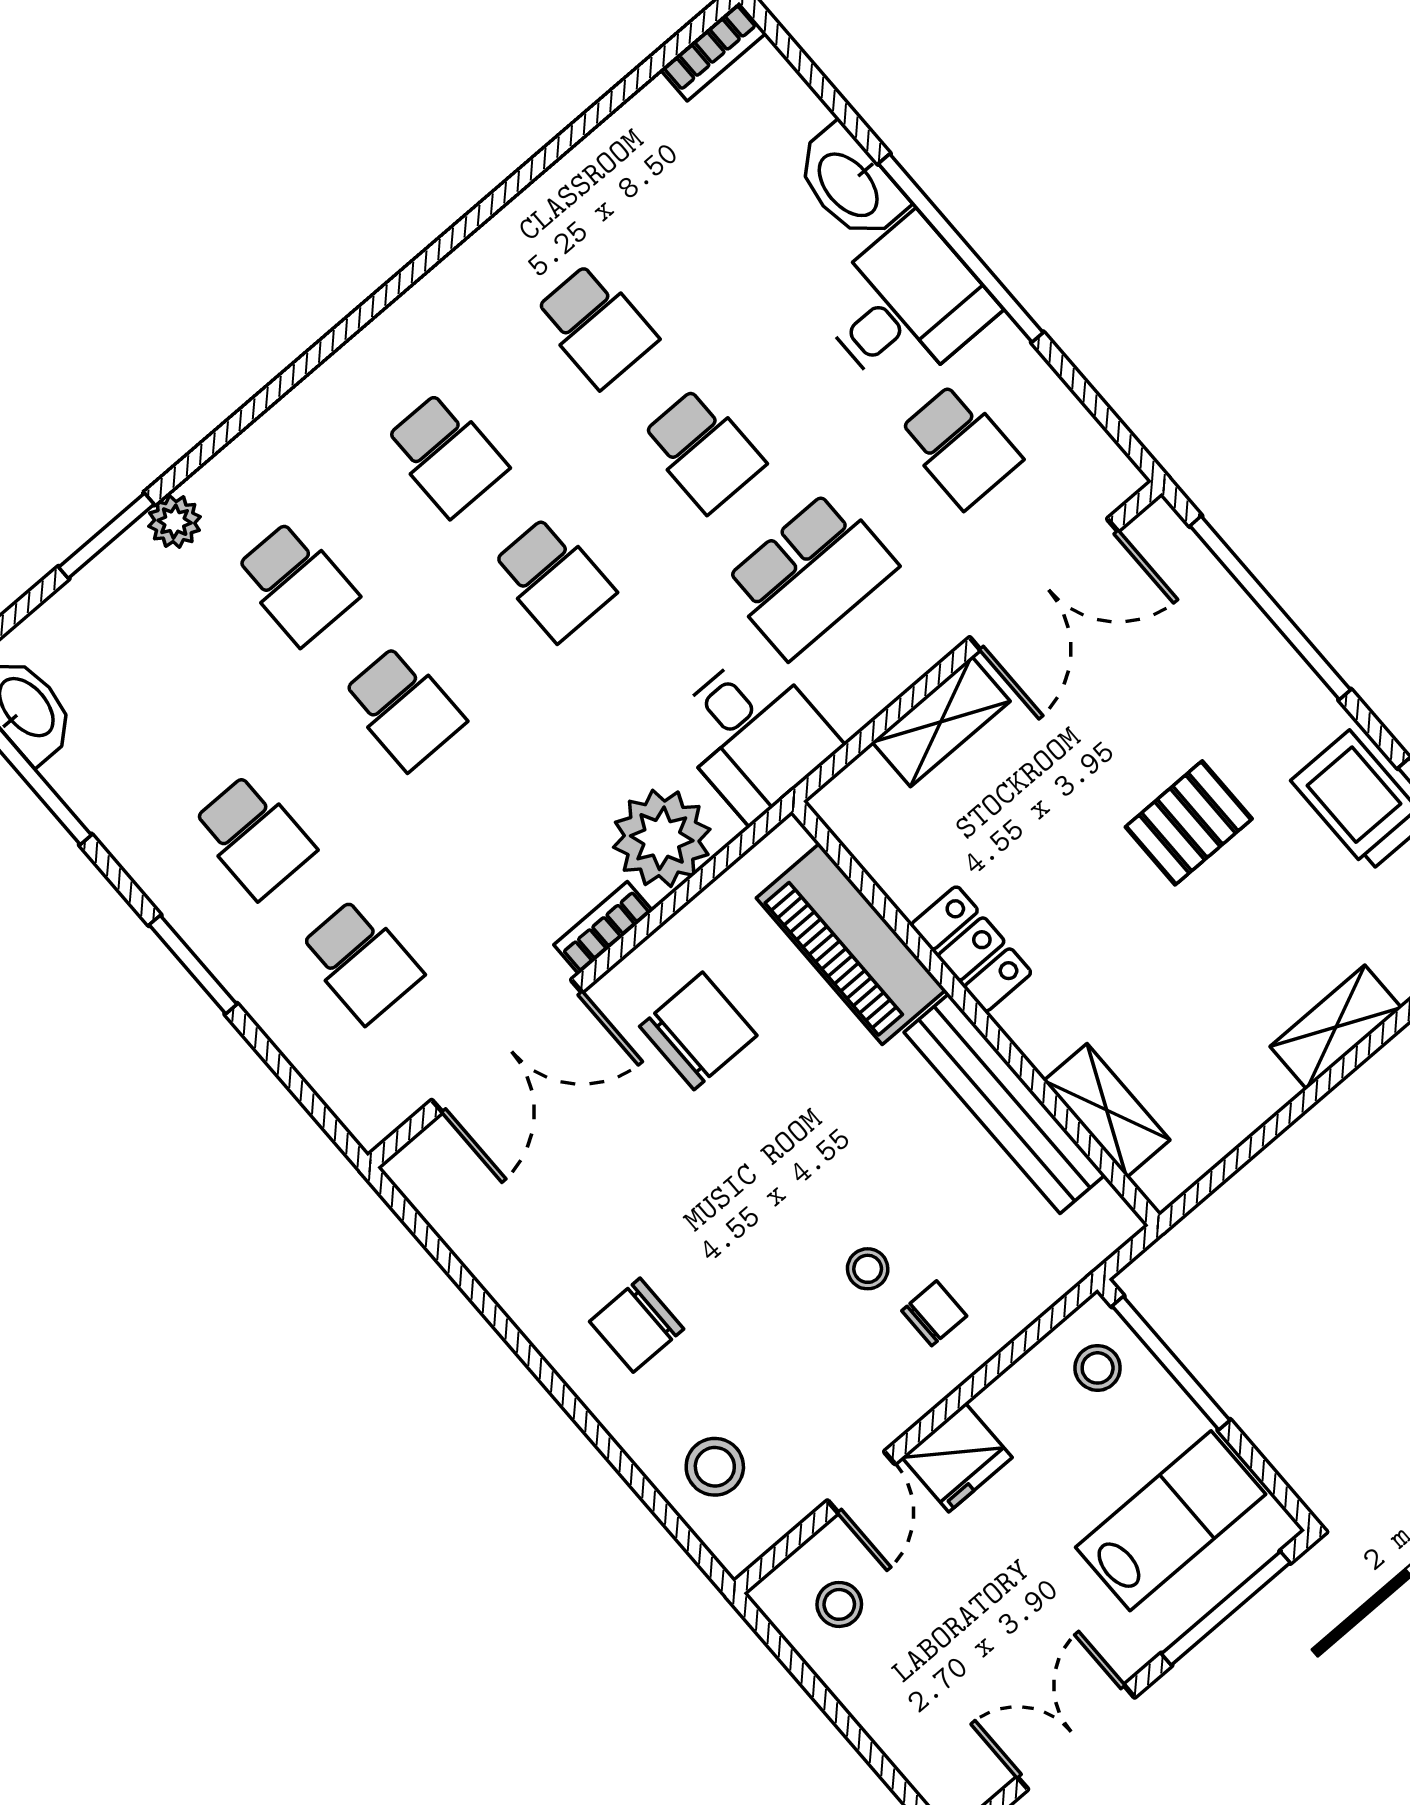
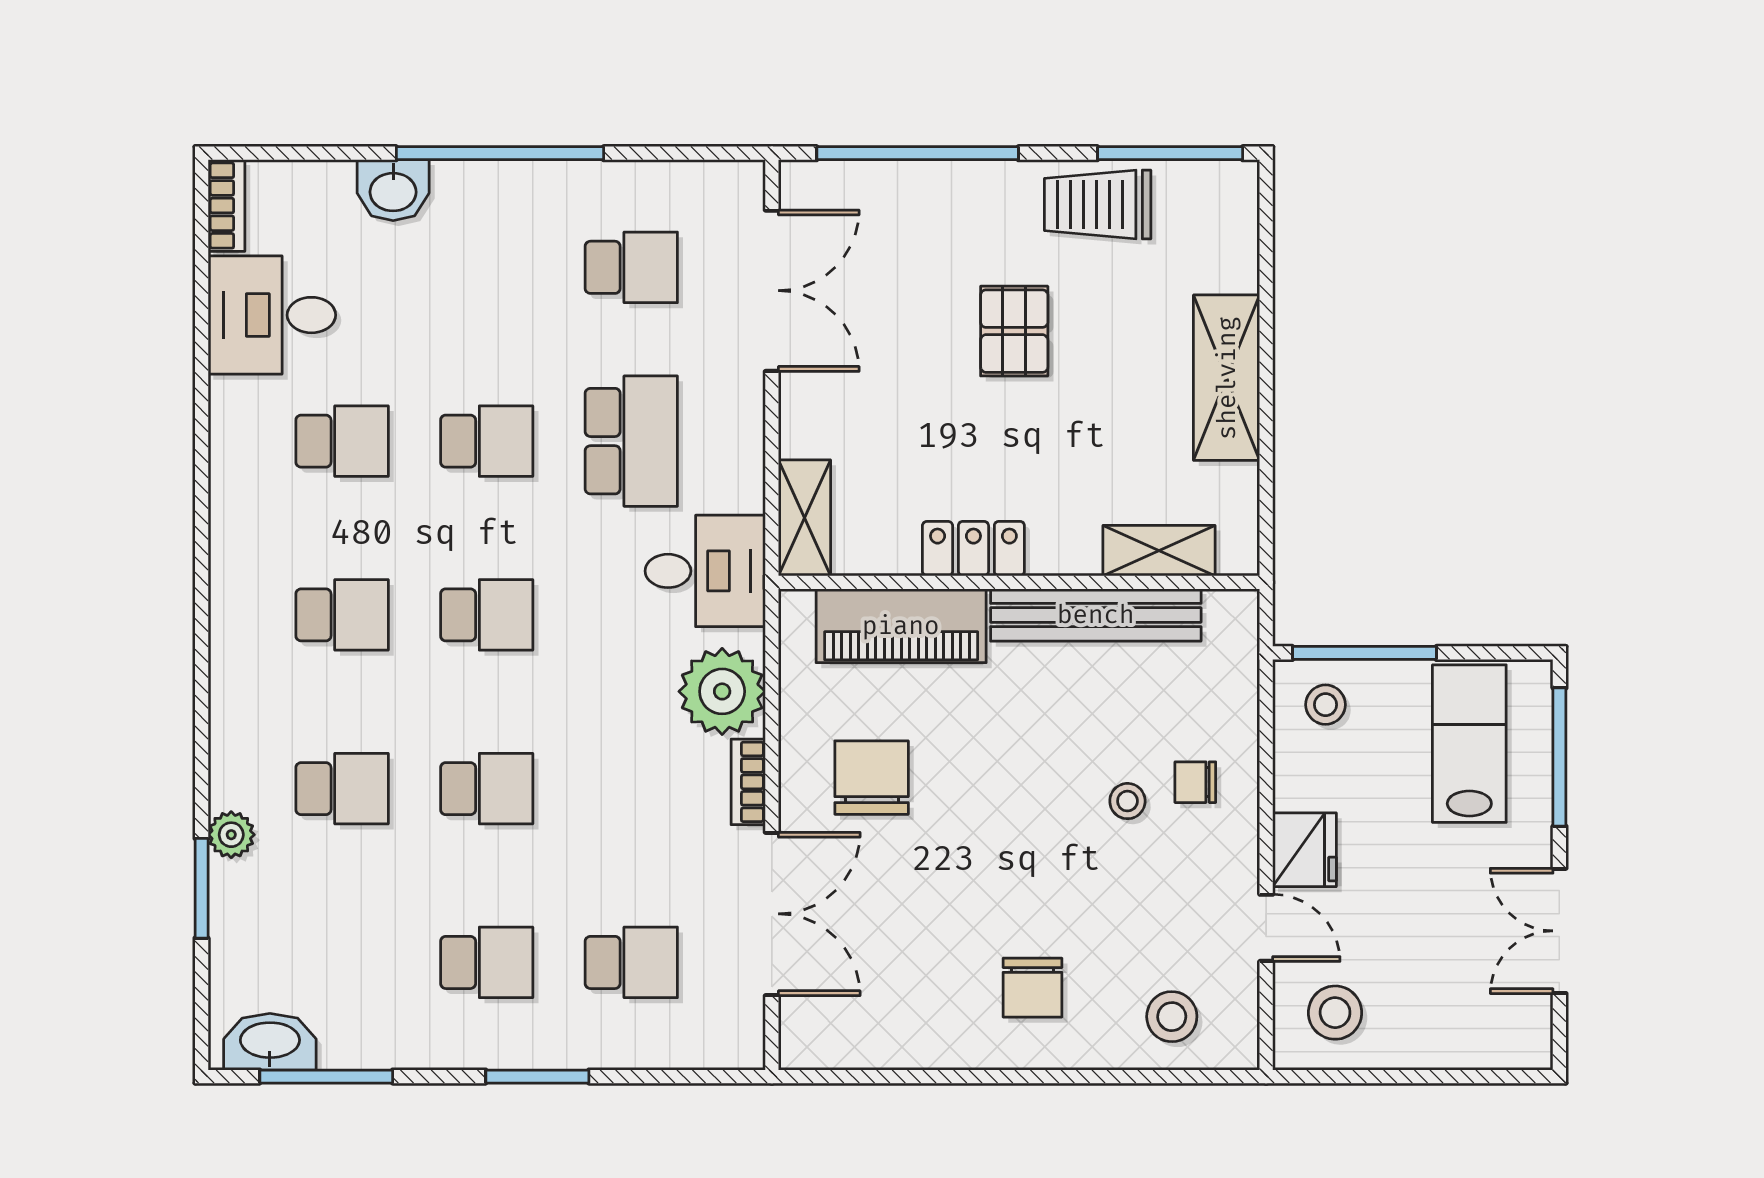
washbasin: (850, 183) -> (393, 190), width x0.72
desk: (905, 306) -> (272, 315), moved, turned -90
shelving: (941, 722) -> (804, 518), moved
shelving: (1336, 1027) -> (1227, 378), width x1.50, depth x1.33
chair: (934, 1313) -> (1195, 782), turned -90
stool: (839, 1604) -> (1335, 1013), width x1.37, depth x1.37

